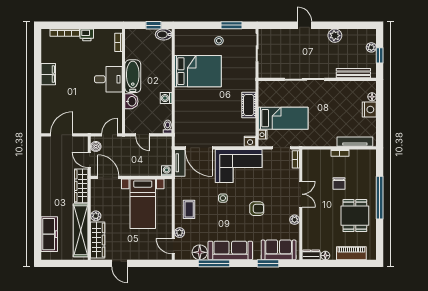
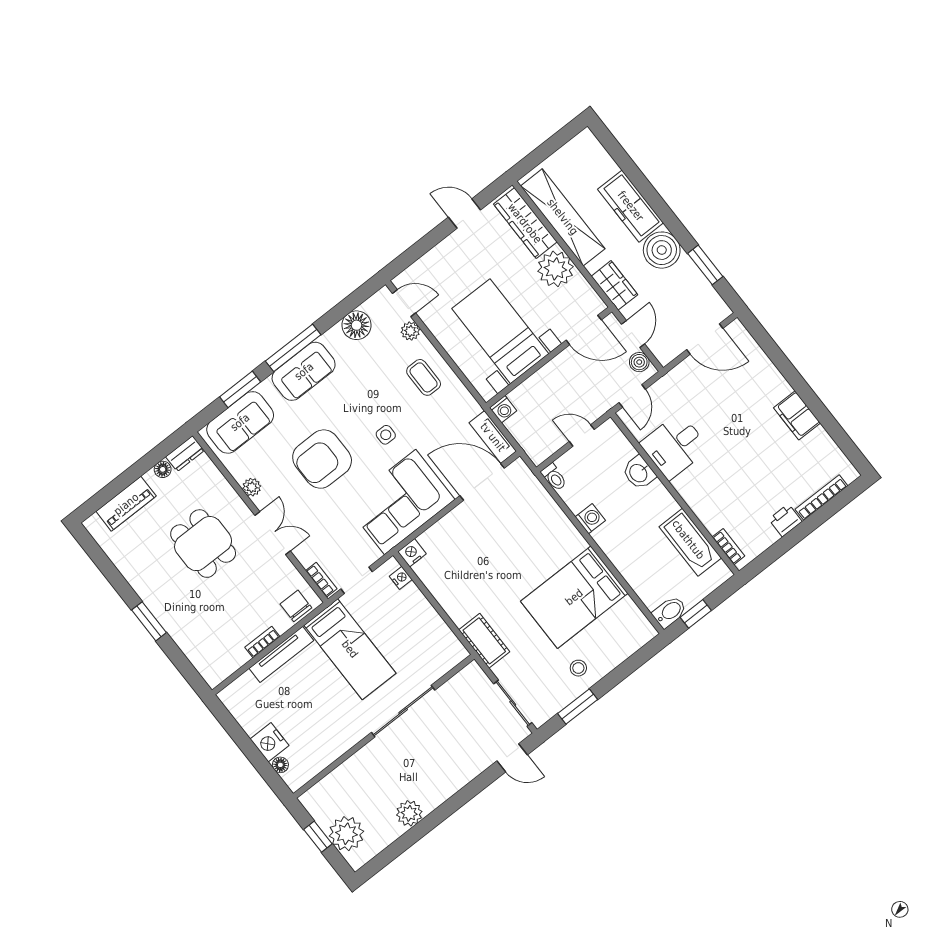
door: (304, 25) -> (512, 758), moved
plant: (371, 47) -> (346, 834), width x1.87, depth x1.87
bench: (353, 73) -> (336, 778), removed
bathtub: (133, 76) -> (690, 542), moved
desk: (108, 79) -> (674, 446), moved
cot: (249, 105) -> (484, 641), moved
bed: (283, 118) -> (350, 649), moved, turned -90
door: (62, 135) -> (705, 339), hinge flipped
tv unit: (355, 142) -> (281, 654), moved
door: (89, 160) -> (633, 334), hinge flipped
window: (38, 165) -> (705, 265), added
chair: (339, 183) -> (296, 606), moved
boiler: (51, 185) -> (662, 250), added
wardrobe: (81, 186) -> (614, 285), width x0.67
double door: (301, 194) -> (273, 533), swing flipped
window: (380, 198) -> (149, 621), width x0.47
armchair: (257, 209) -> (322, 459), width x1.88, depth x1.88
plant: (96, 216) -> (555, 269), width x1.87, depth x1.87
dining table: (355, 216) -> (203, 544), moved
freezer: (49, 234) -> (631, 206), moved
sofa: (230, 250) -> (304, 371), width x0.73
window: (214, 263) -> (293, 348), moved

